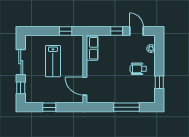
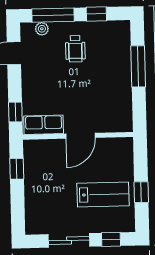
window: (117, 31) -> (15, 112), moved
window: (159, 56) -> (53, 15), added
lab bench: (53, 61) -> (103, 194), moved
door: (85, 86) -> (81, 136), moved

